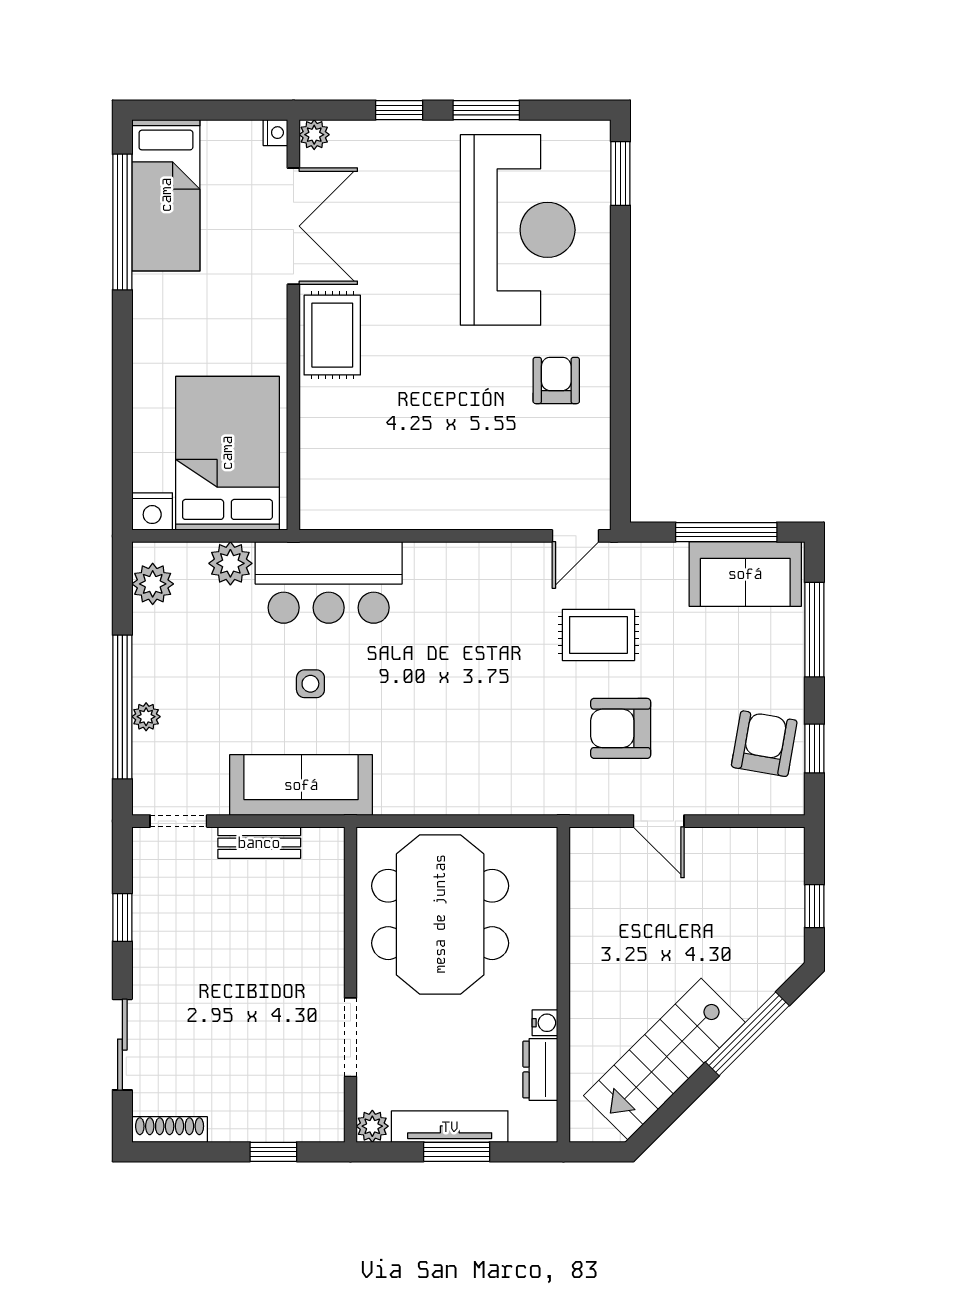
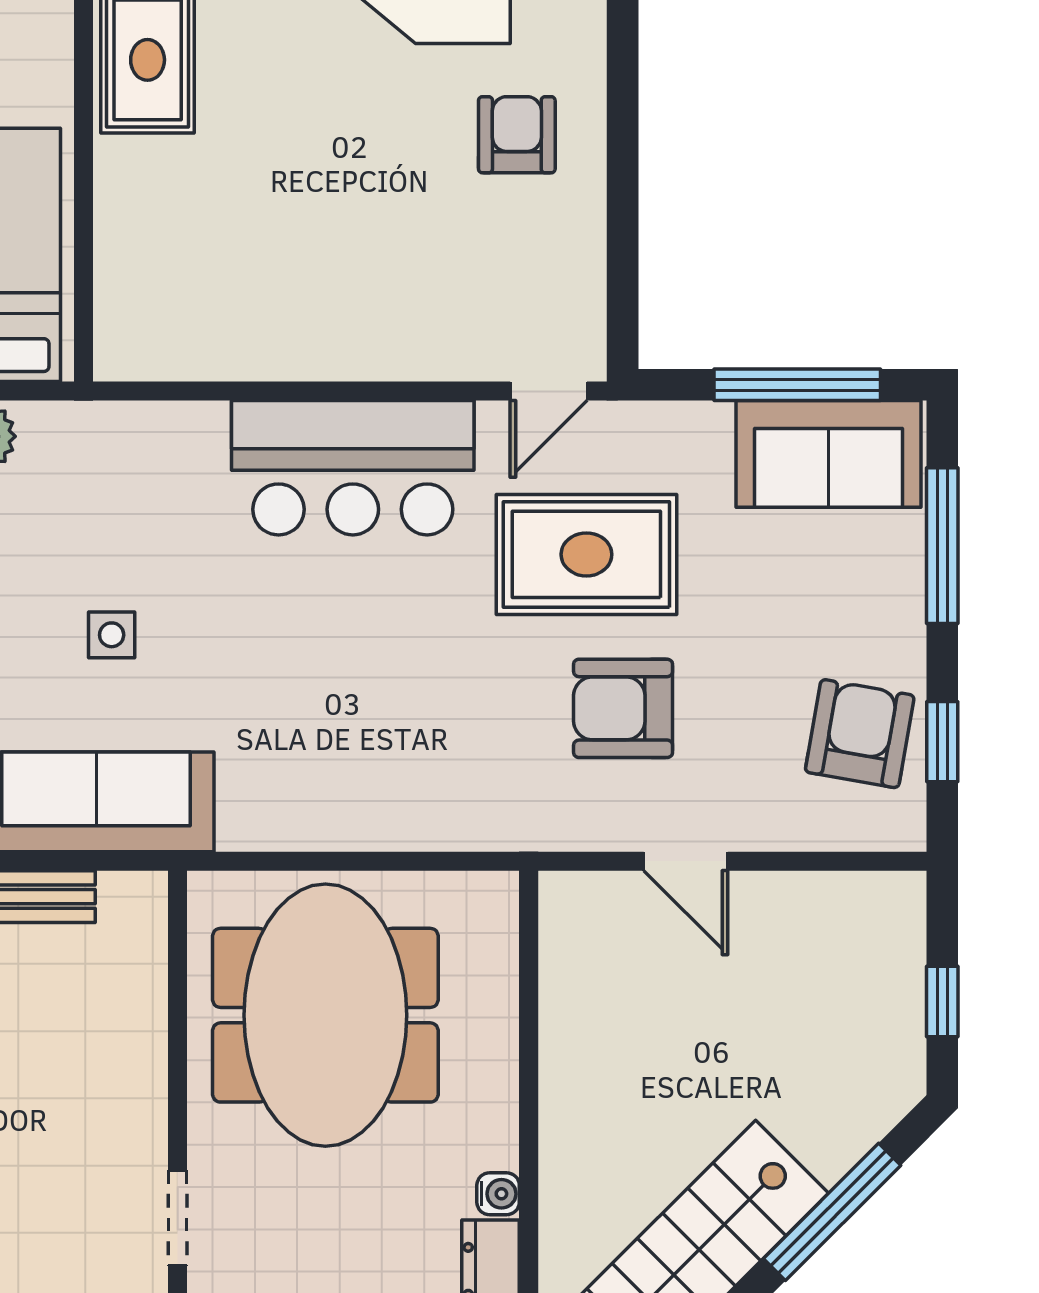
bar counter: (329, 582) -> (353, 468), moved
rug: (598, 635) -> (586, 554), width x1.36, depth x1.43
doorway: (350, 1037) -> (178, 1218), width x0.73

